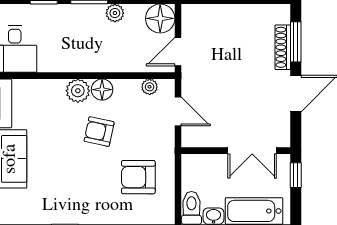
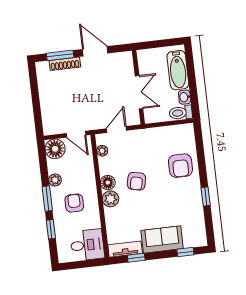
armchair: (78, 37) -> (74, 203), added
double door: (252, 151) -> (139, 92), moved
window: (296, 175) -> (150, 45), removed
armchair: (138, 177) -> (180, 166), moved

